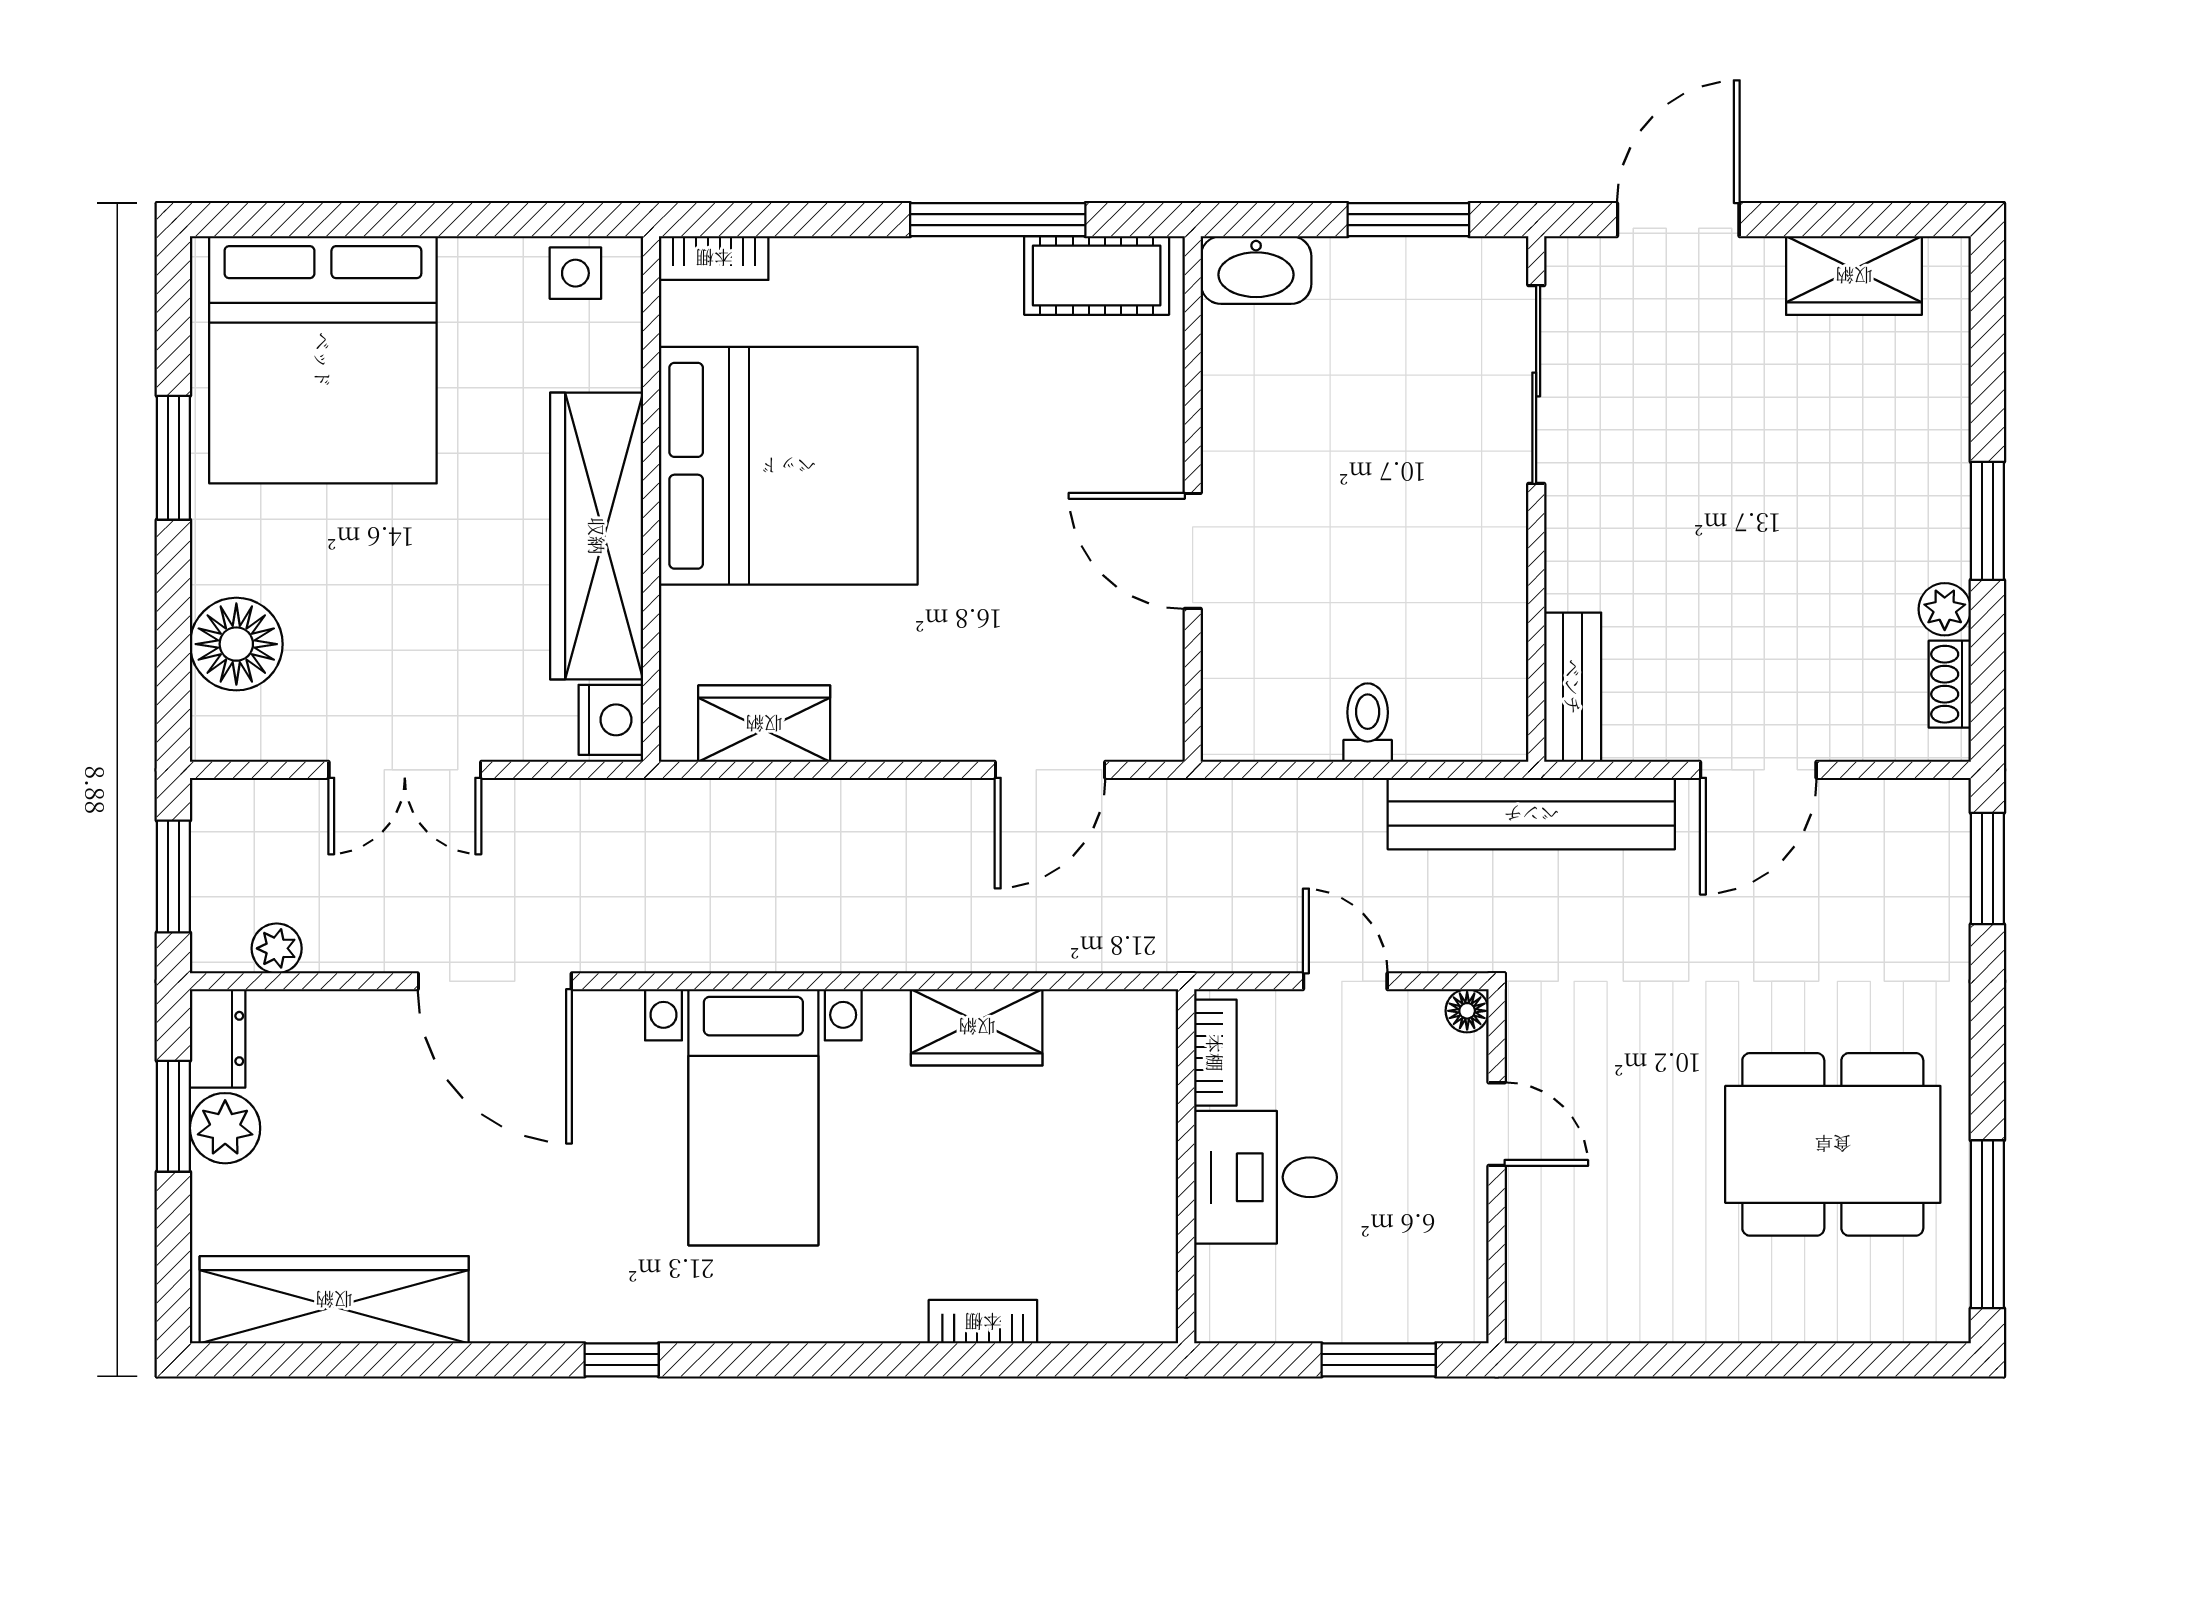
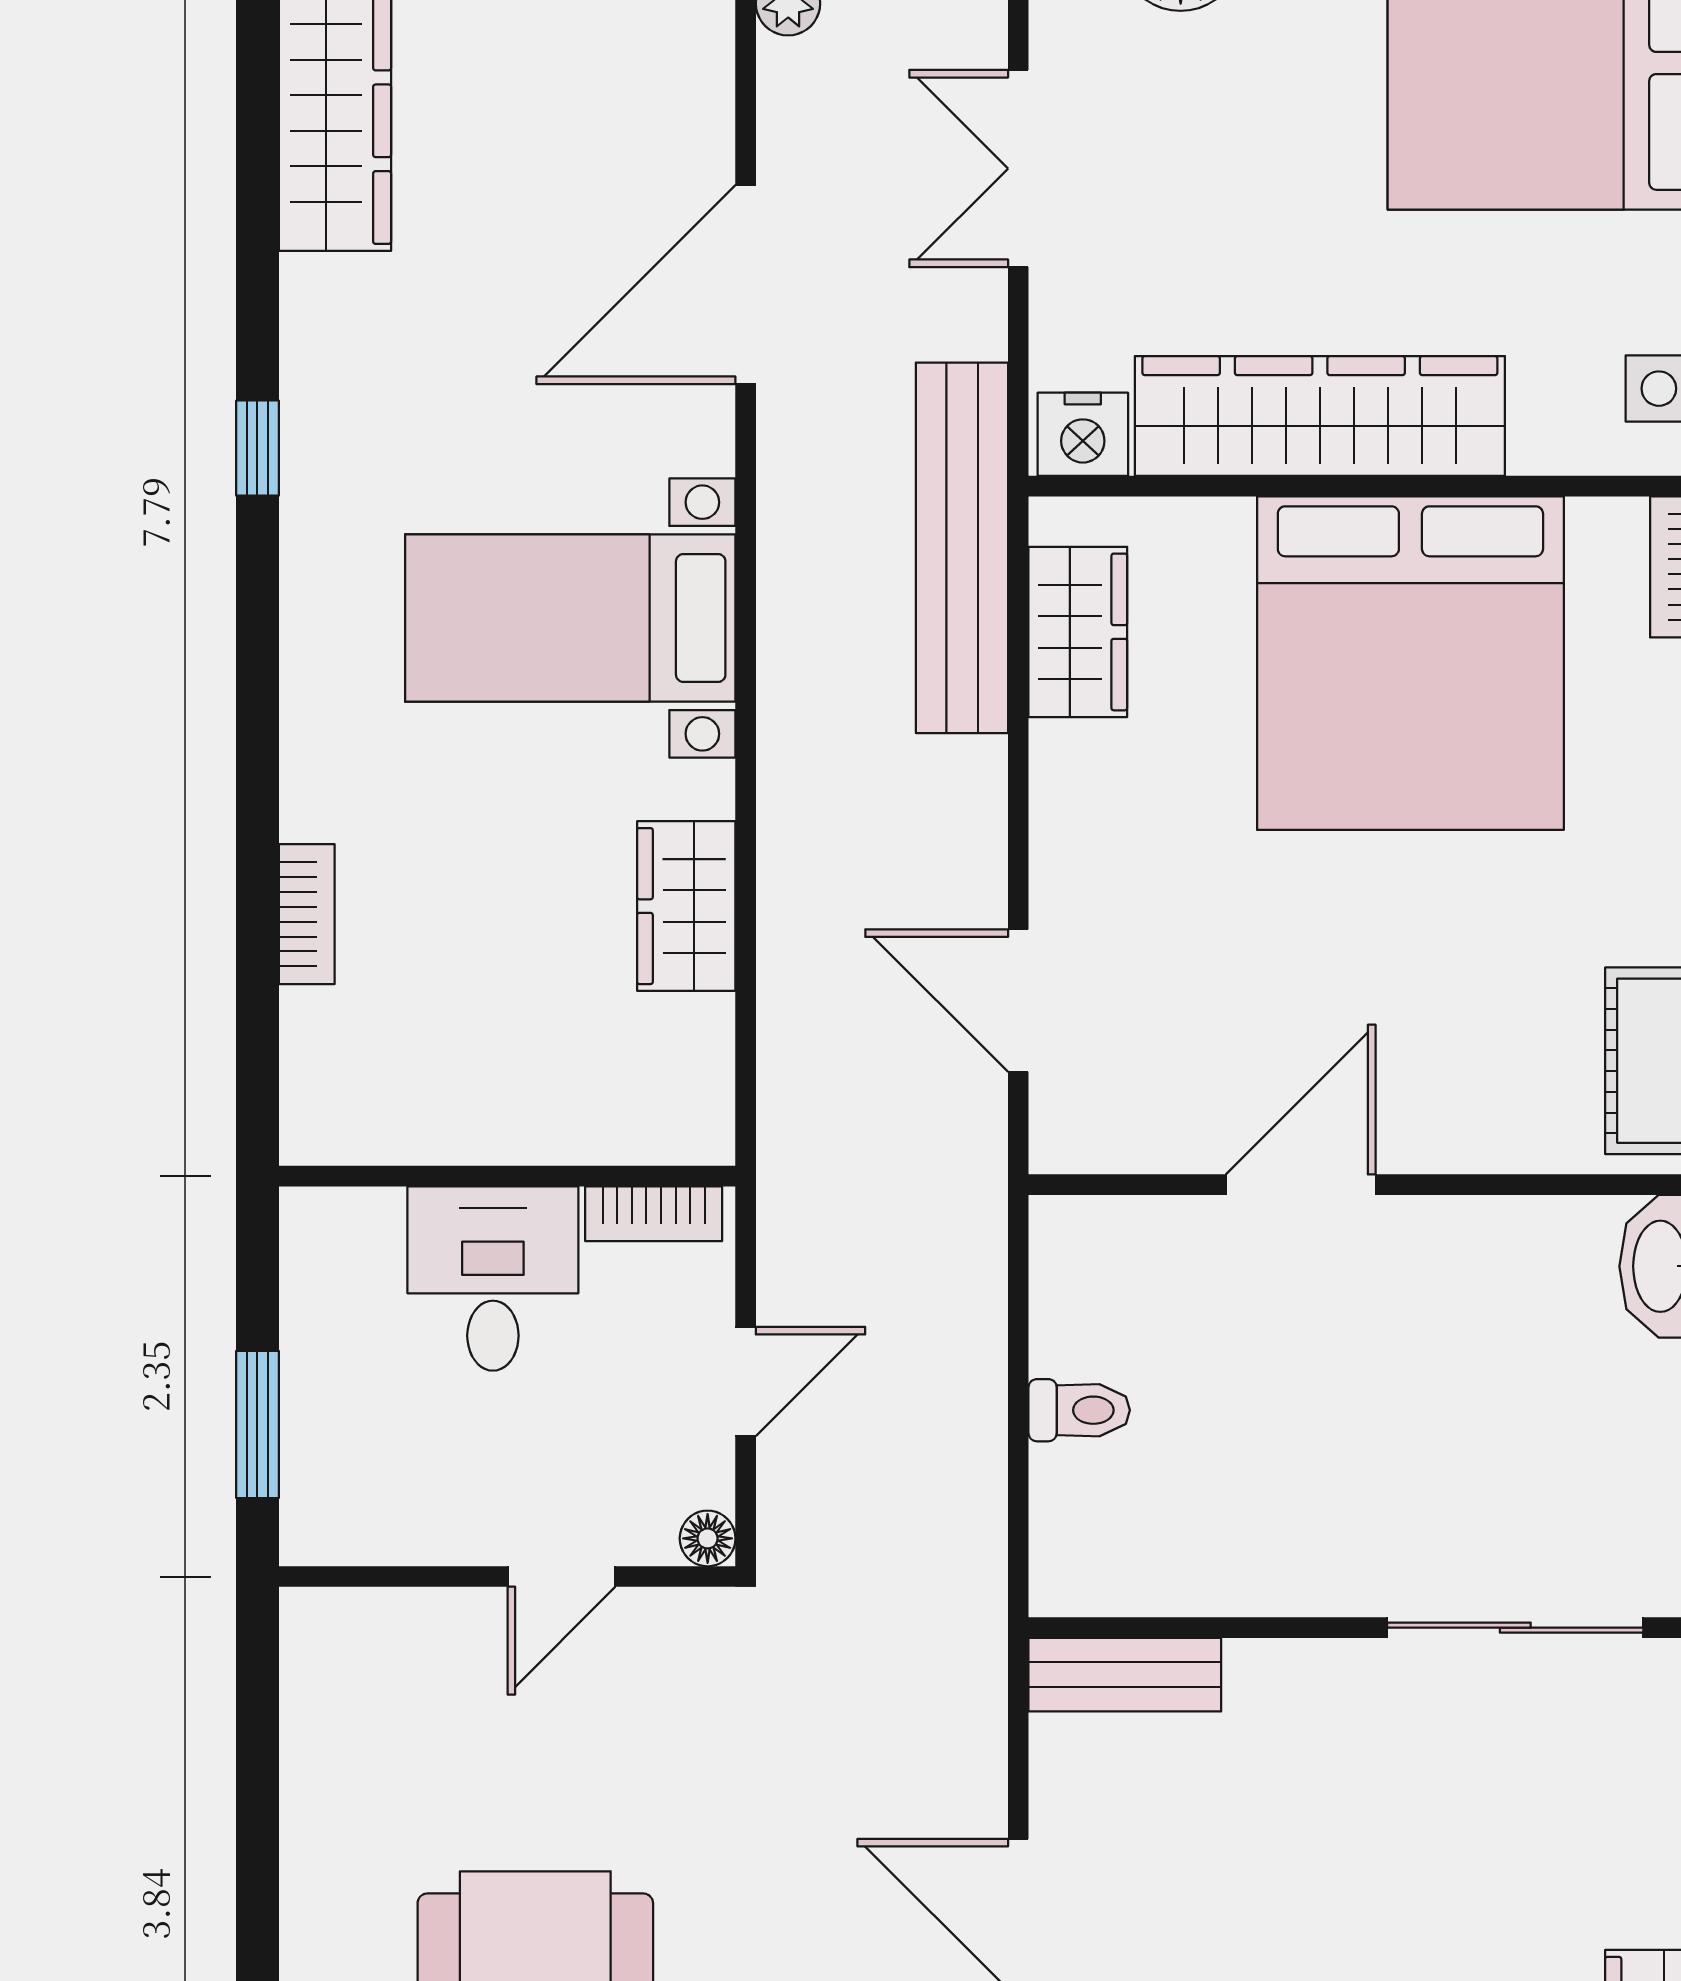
bench: (1531, 814) -> (962, 548), moved

